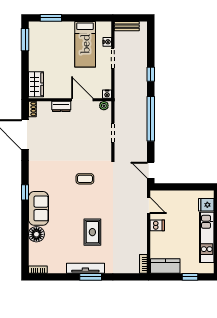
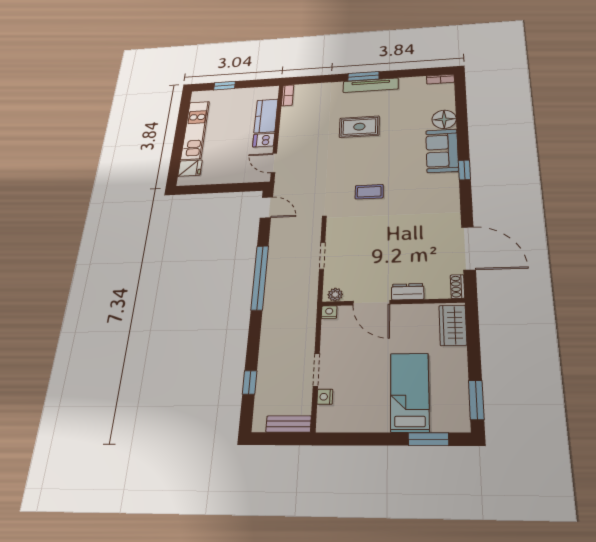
bed: (85, 44) -> (410, 392), moved
window: (151, 74) -> (250, 382), moved
rug: (92, 232) -> (359, 127), turned 90
kitchen counter: (165, 266) -> (266, 116), moved, turned 90

